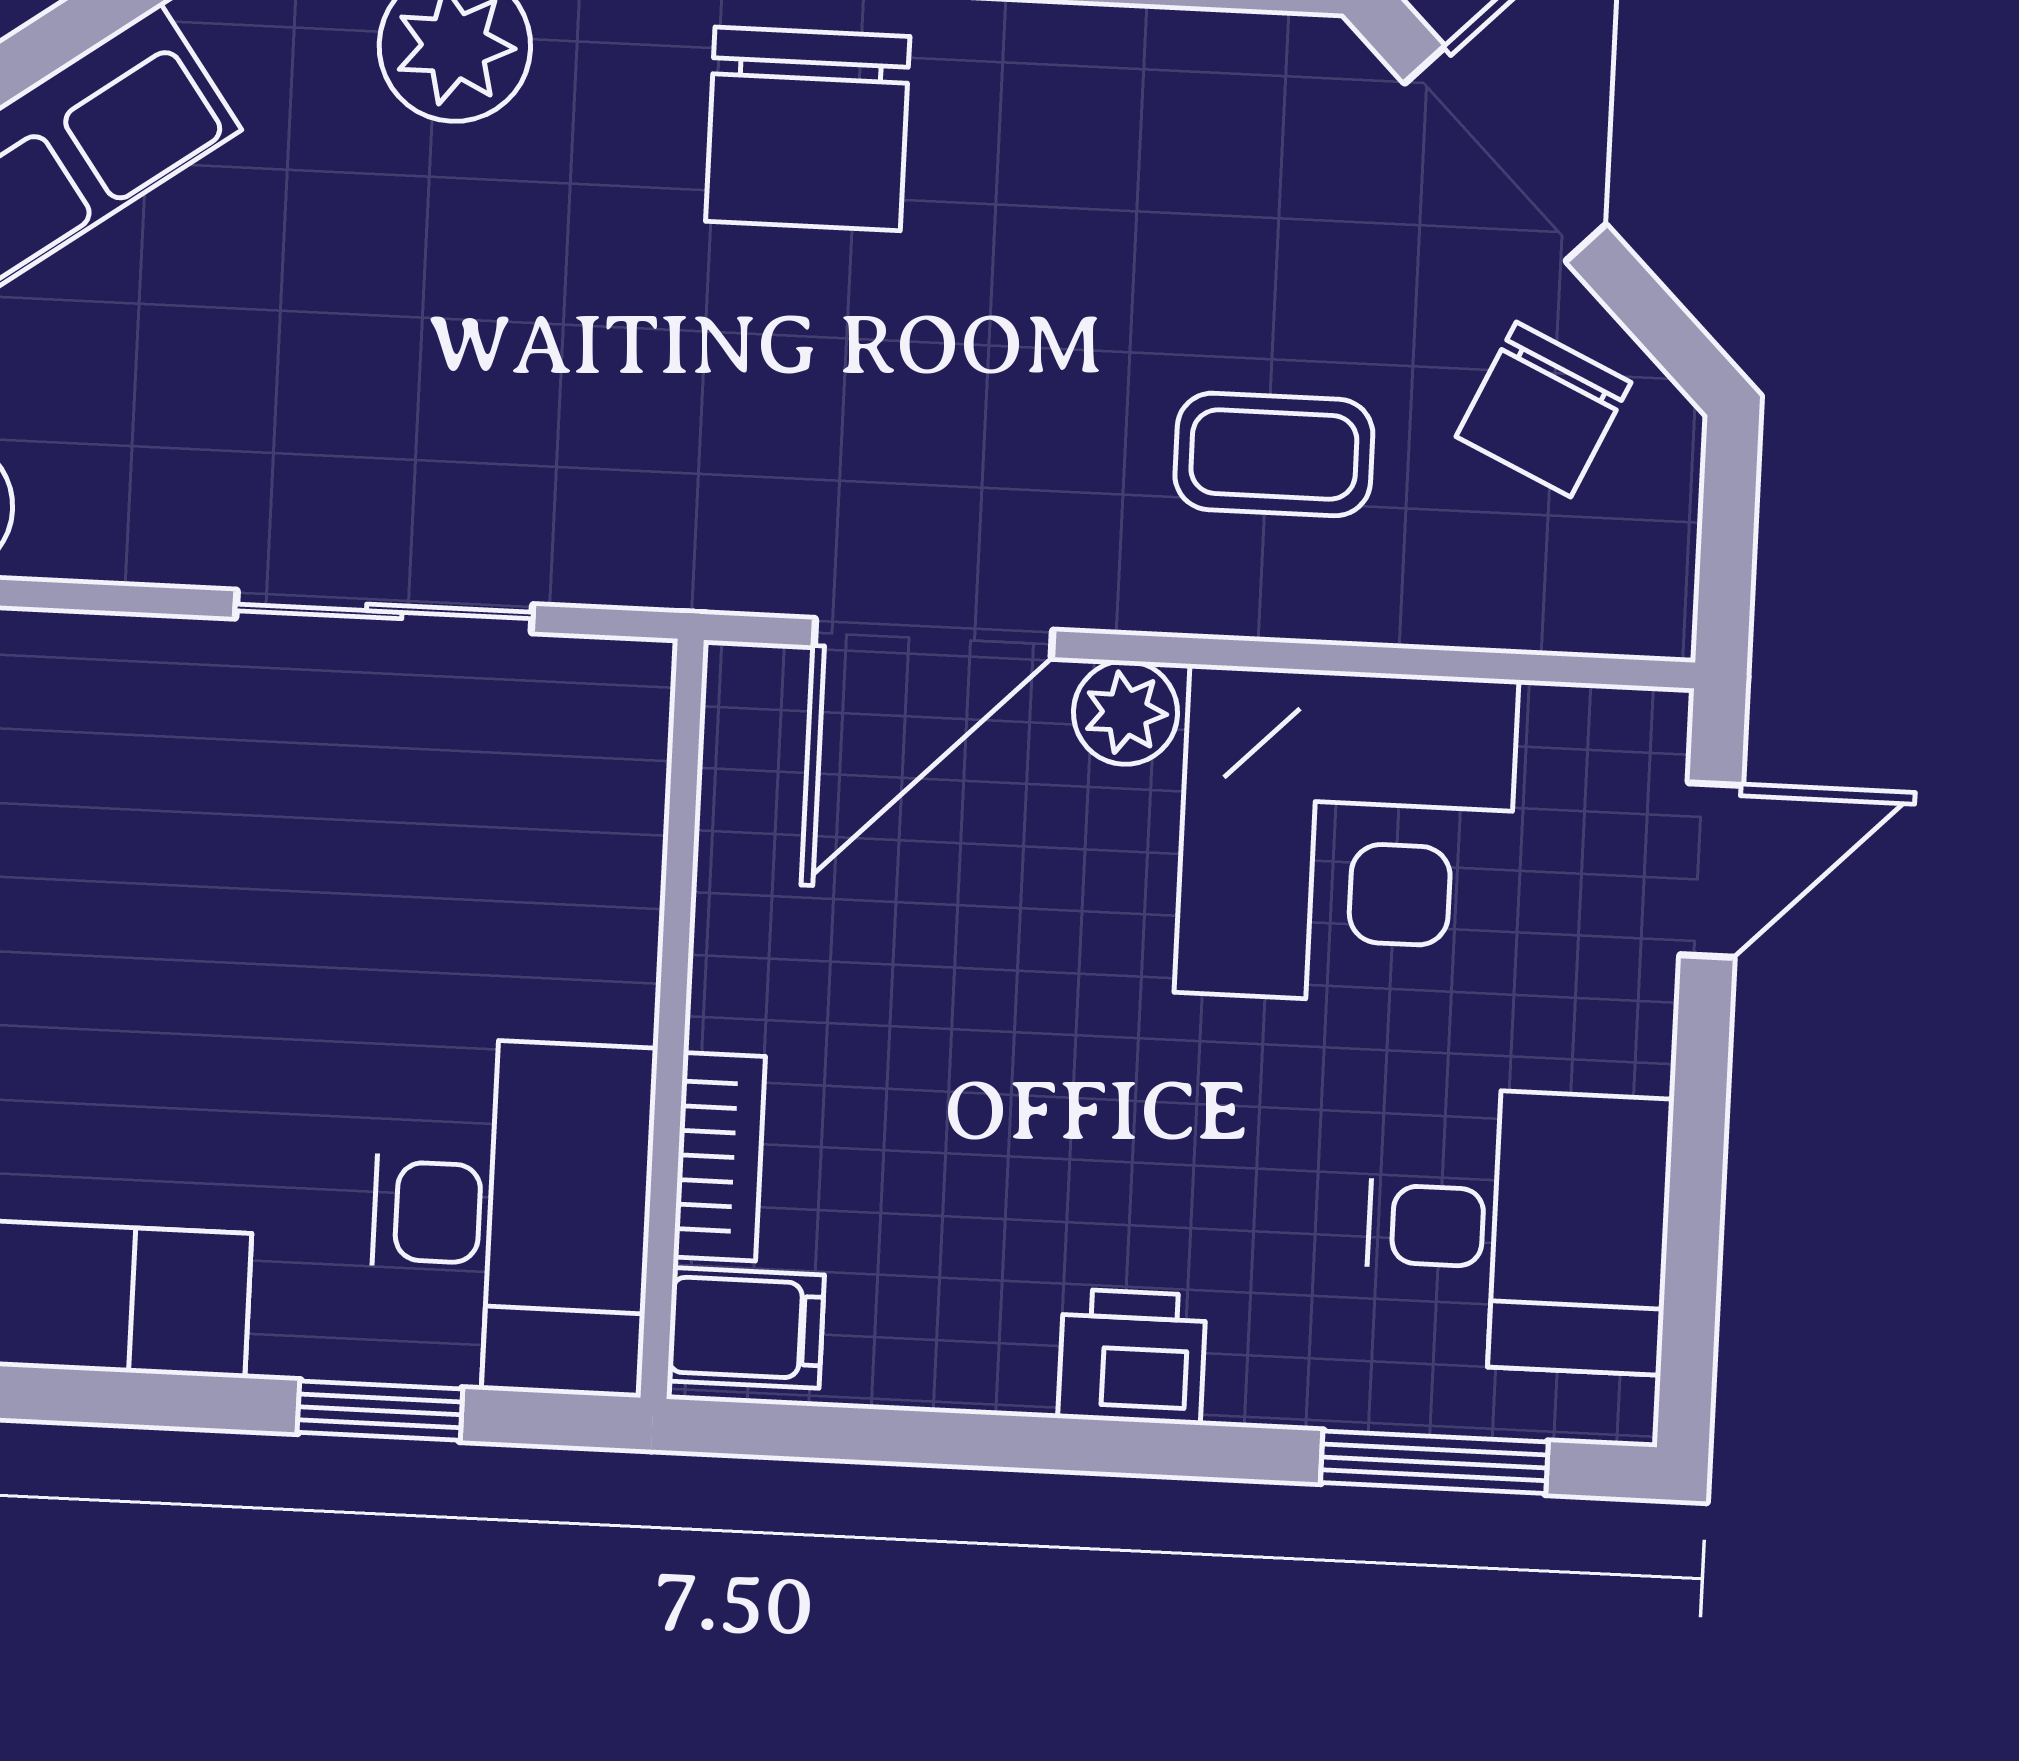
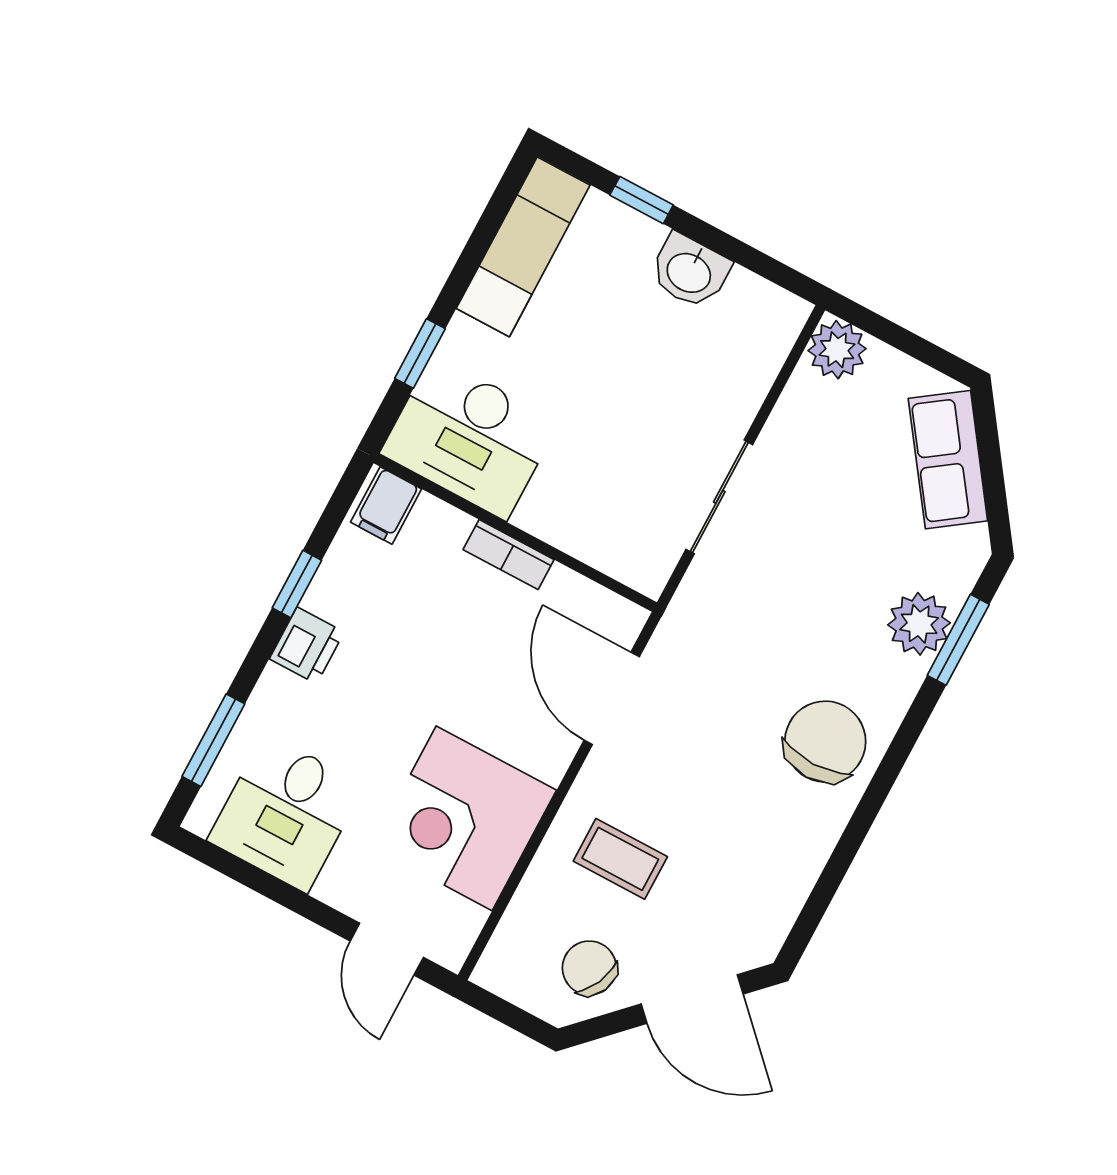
chair: (808, 129) -> (825, 742), turned 90
coffee table: (1274, 454) -> (620, 859), turned 90
plant: (1126, 713) -> (550, 757), removed
bookcase: (719, 1157) -> (509, 555), moved
window: (1009, 1441) -> (297, 584), added

